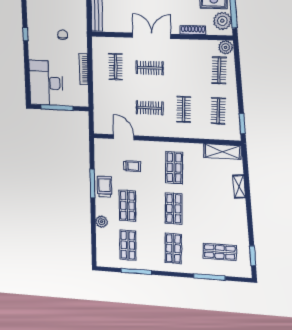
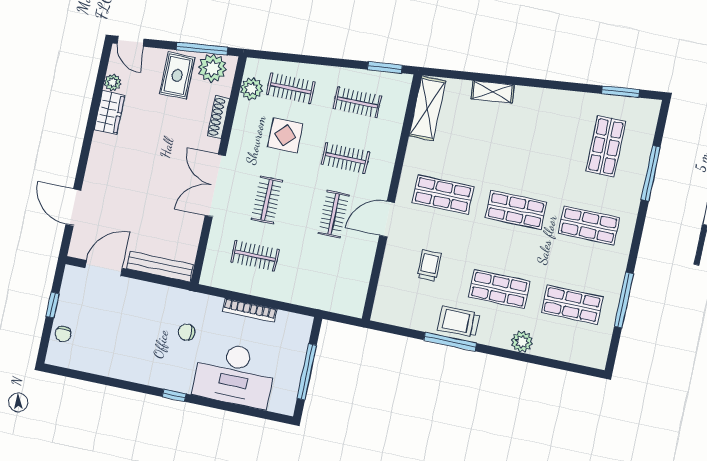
plant: (226, 47) -> (252, 89), moved
display table: (190, 72) -> (285, 135), added
desk: (46, 83) -> (235, 375), moved
door: (124, 137) -> (387, 219), moved

